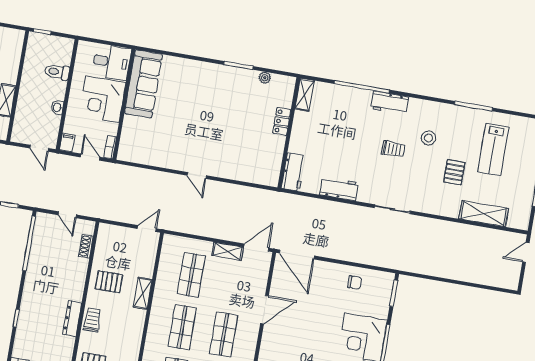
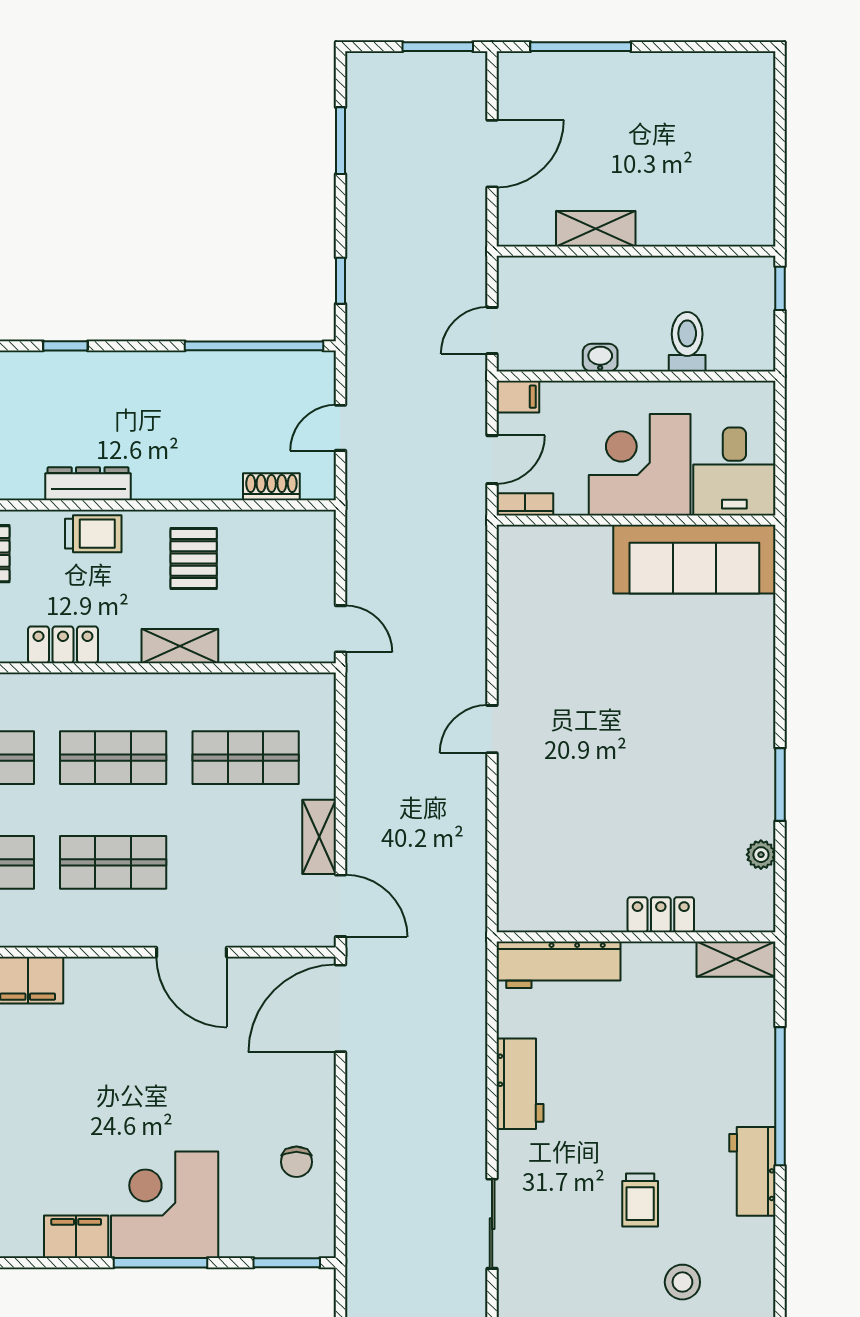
workbench: (293, 172) -> (559, 965), width x1.38
locker: (134, 339) -> (63, 645), added

